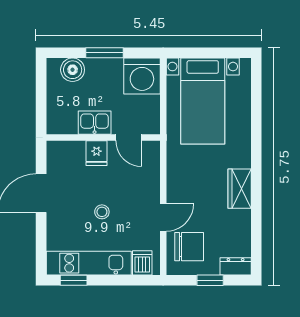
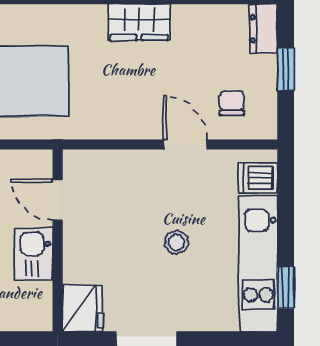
door: (129, 138) -> (58, 200), swing flipped
fridge: (97, 153) -> (83, 308), moved, width x1.38
chair: (189, 247) -> (232, 103), width x0.54, depth x0.54

